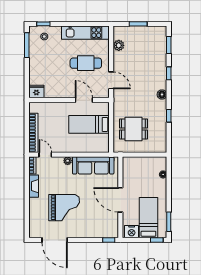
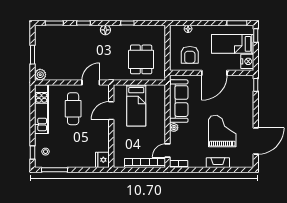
plant: (119, 45) -> (40, 75), moved
armchair: (138, 176) -> (190, 55), added
fireplace: (34, 186) -> (218, 163), moved

